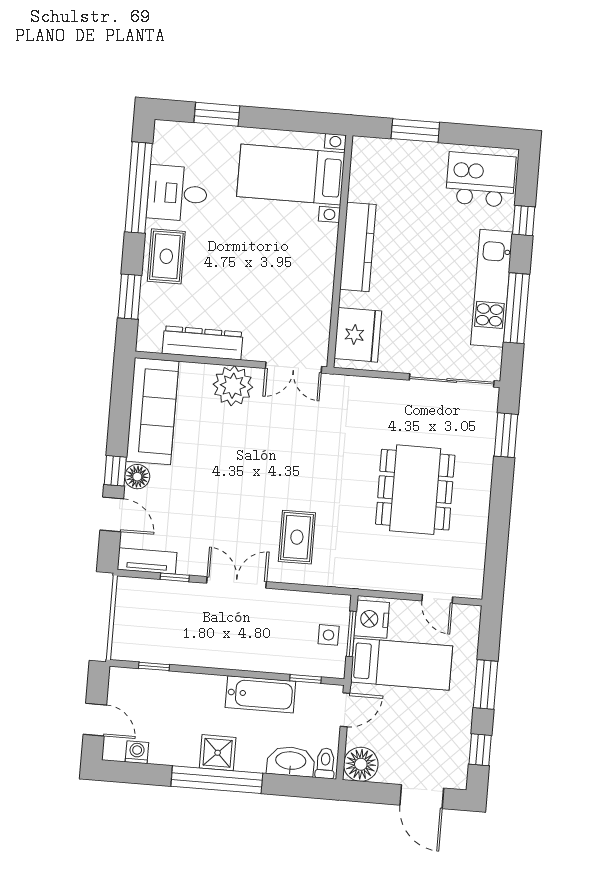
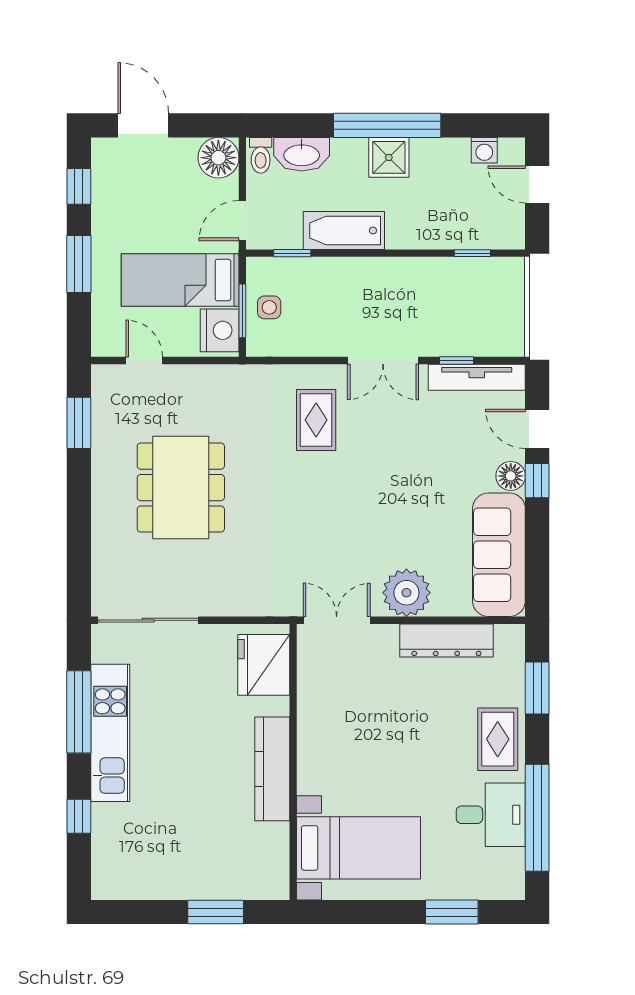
kitchen island: (481, 180) -> (134, 860), removed
window: (506, 435) -> (79, 423), moved
tv unit: (147, 561) -> (477, 377), width x1.41

